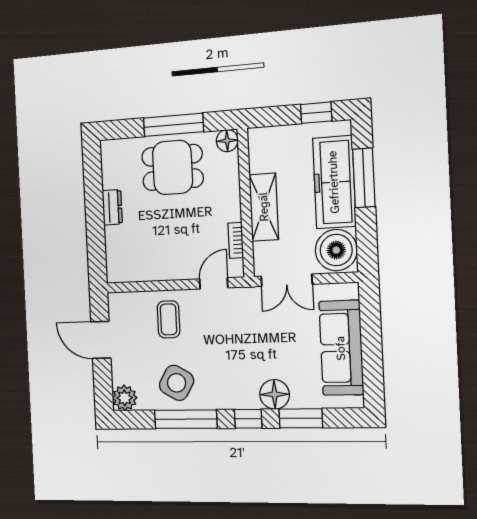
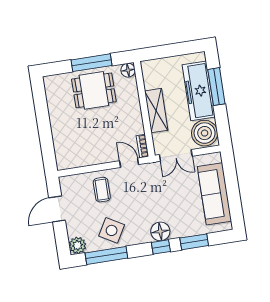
window: (316, 113) -> (183, 48), removed
dresser: (112, 207) -> (56, 120), removed
bookcase: (236, 240) -> (142, 146), moved
door: (214, 283) -> (129, 163), hinge flipped
door: (101, 340) -> (57, 209), hinge flipped
floor lamp: (275, 394) -> (160, 231), moved
window: (186, 419) -> (106, 256), moved

